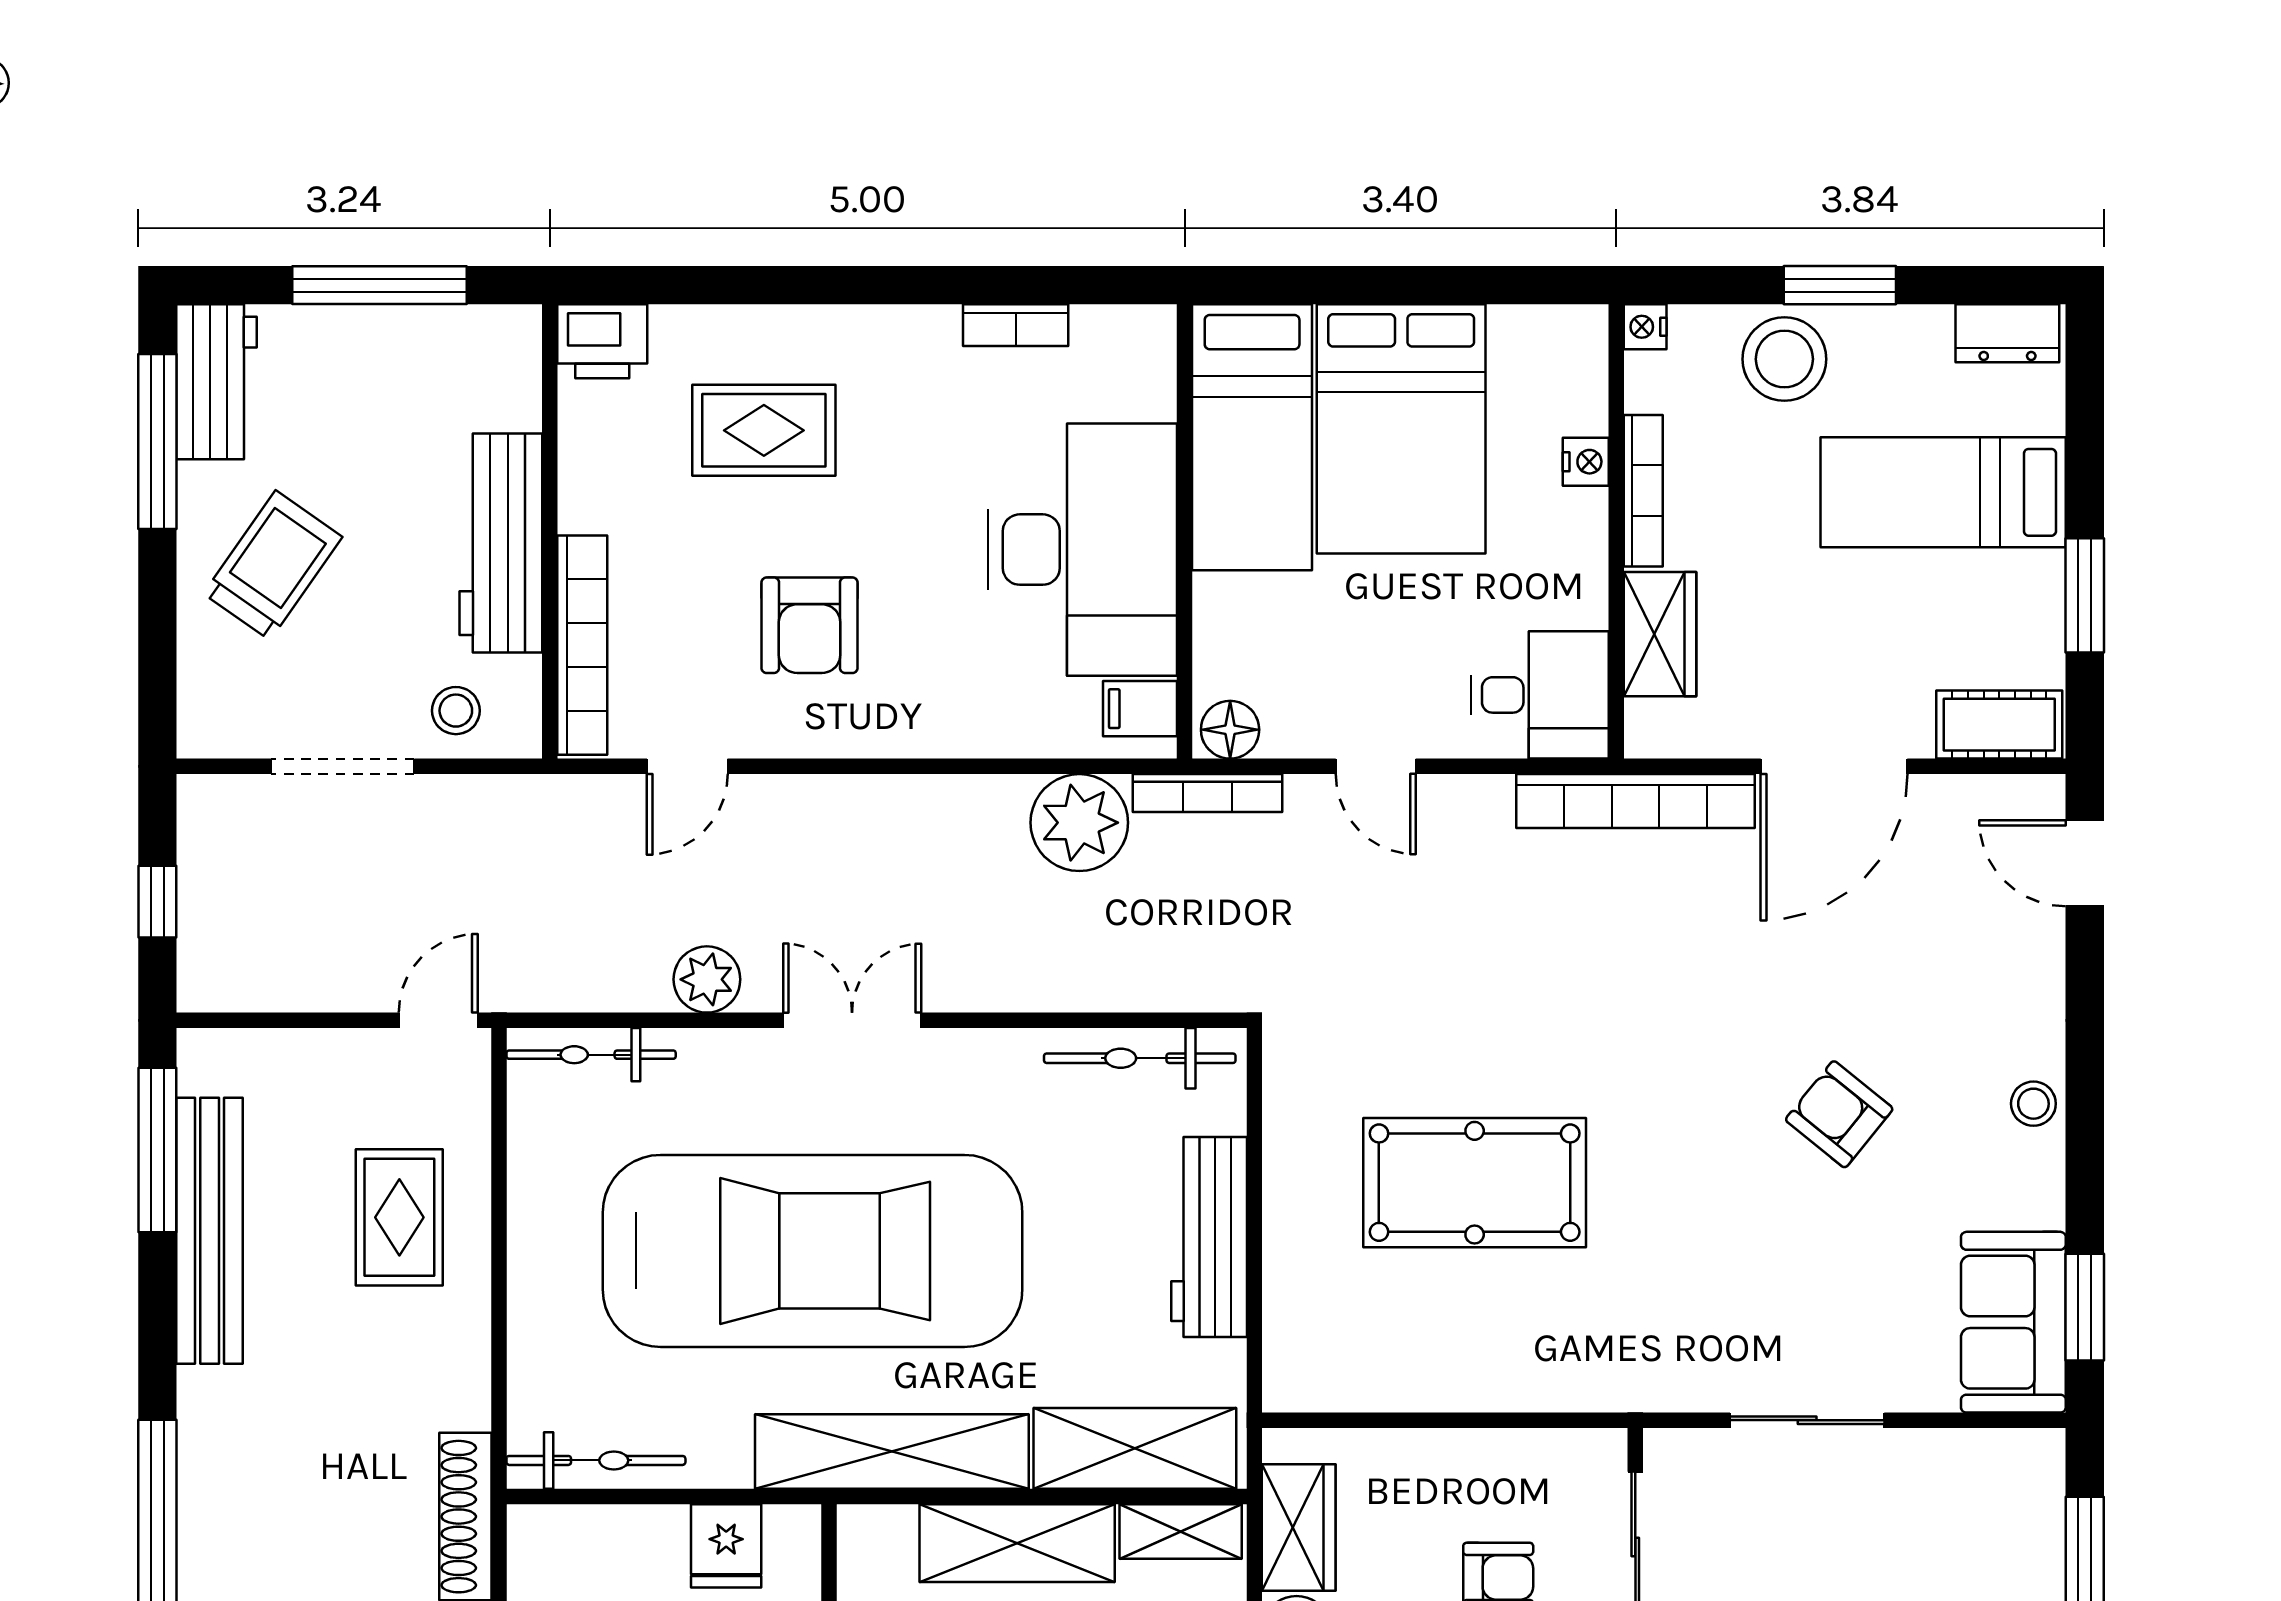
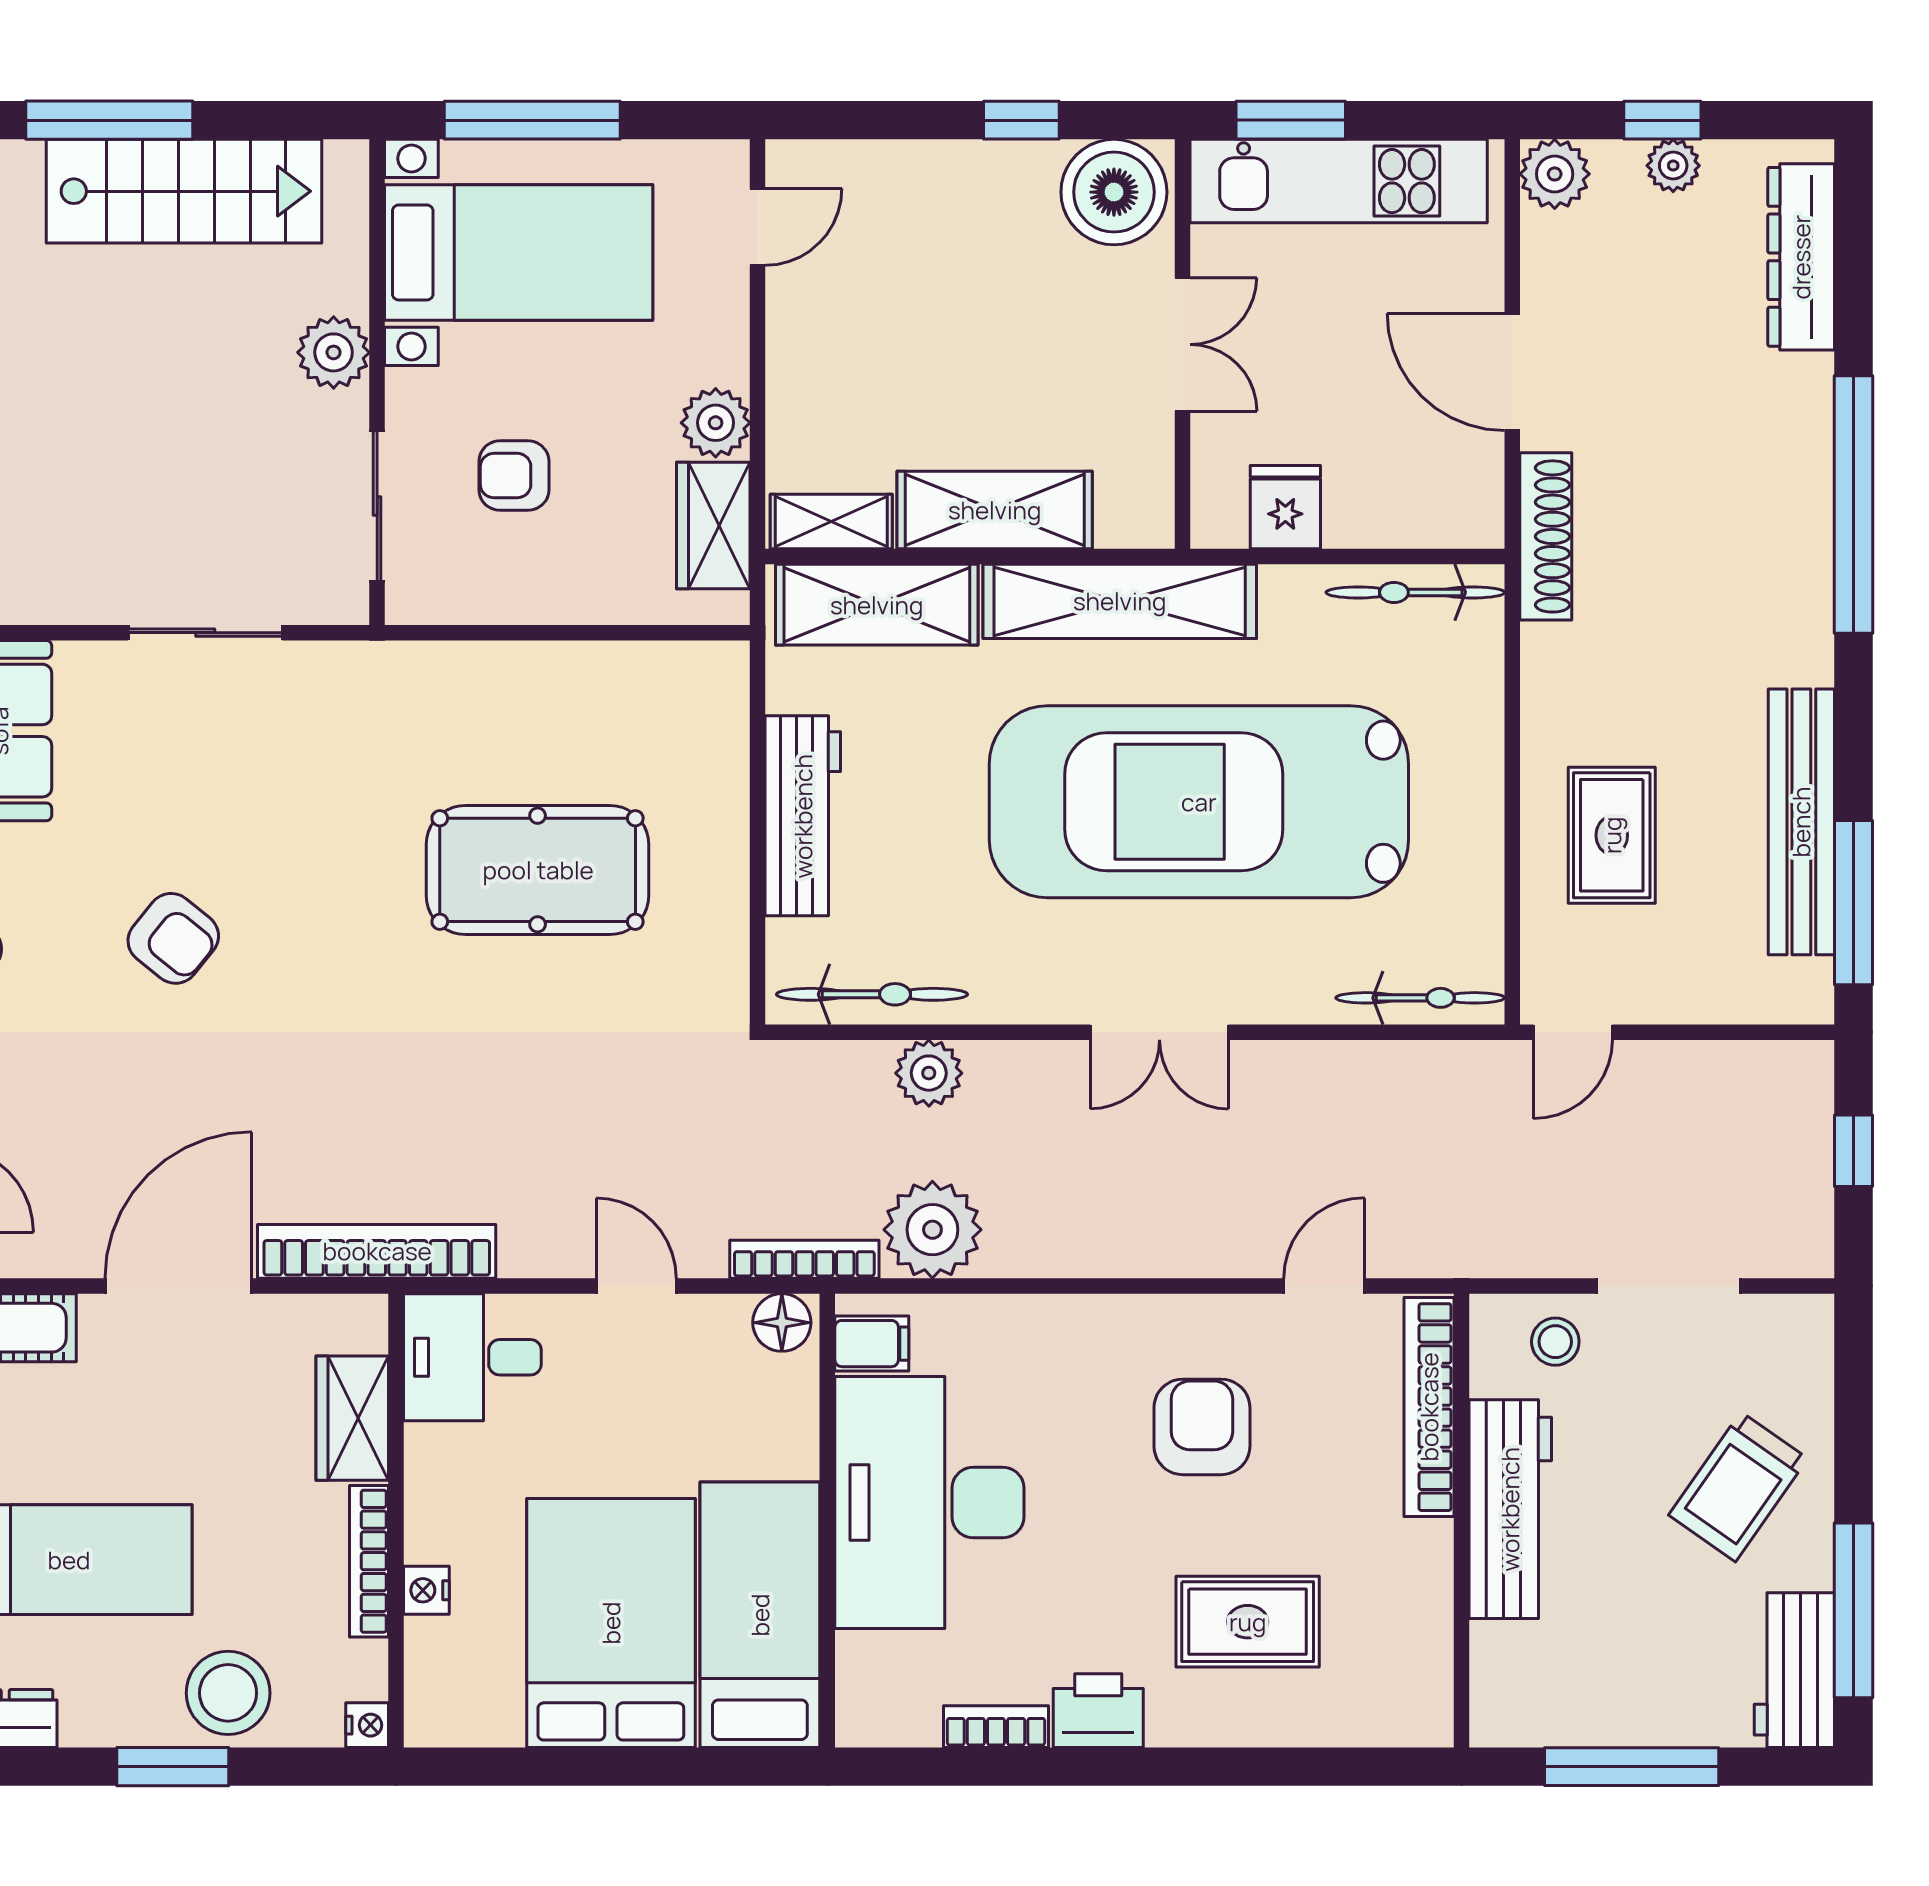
printer: (602, 341) -> (1098, 1711), moved
plant: (707, 979) -> (929, 1073), moved

